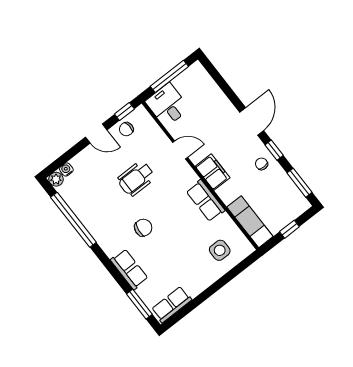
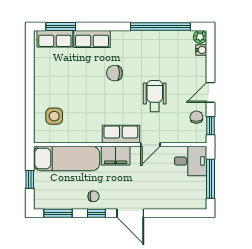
row of seats: (206, 201) -> (121, 134), moved
exam couch: (250, 222) -> (67, 158), width x1.36, depth x1.45
chair: (143, 228) -> (115, 73), turned 83
row of seats: (172, 304) -> (55, 39), moved, turned 90

